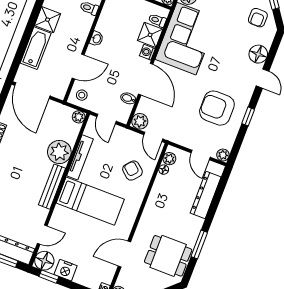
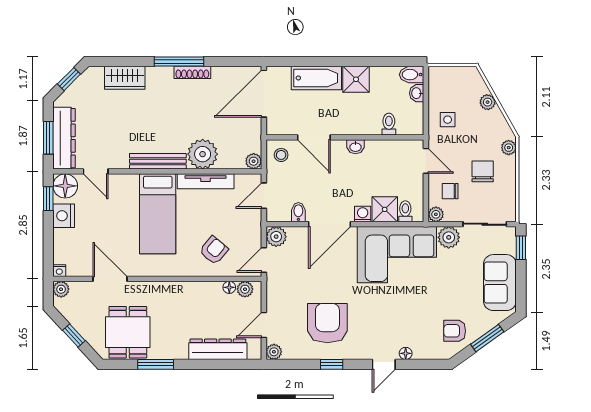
floor lamp: (258, 54) -> (406, 353), width x0.53, depth x0.53

